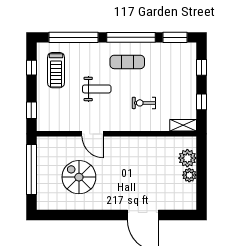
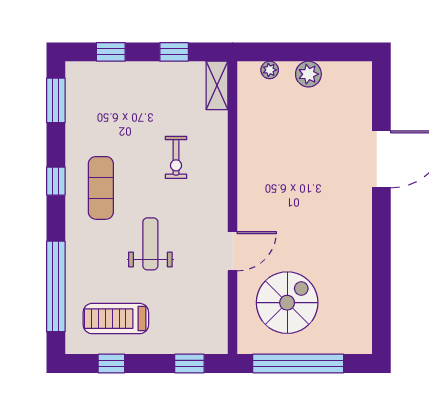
window: (131, 37) -> (56, 181), width x0.32
treadmill: (56, 70) -> (116, 319), turned 180
plant: (187, 158) -> (270, 70), width x0.53, depth x0.53
spiral stairs: (79, 177) -> (287, 303), moved, turned 180

